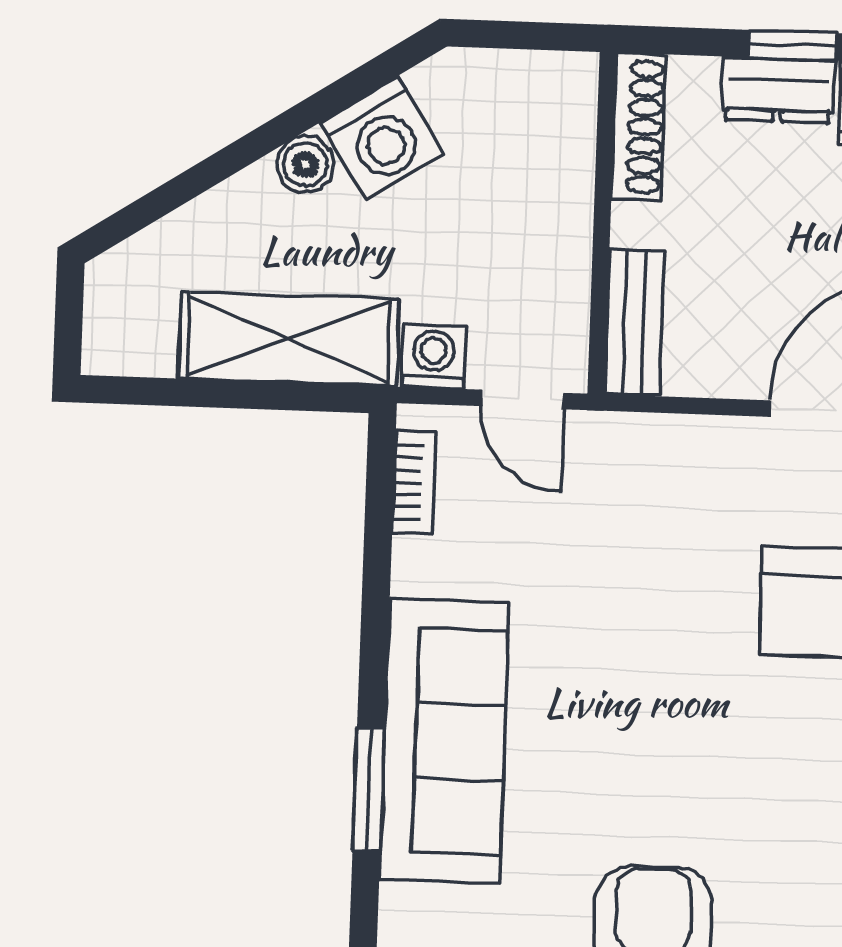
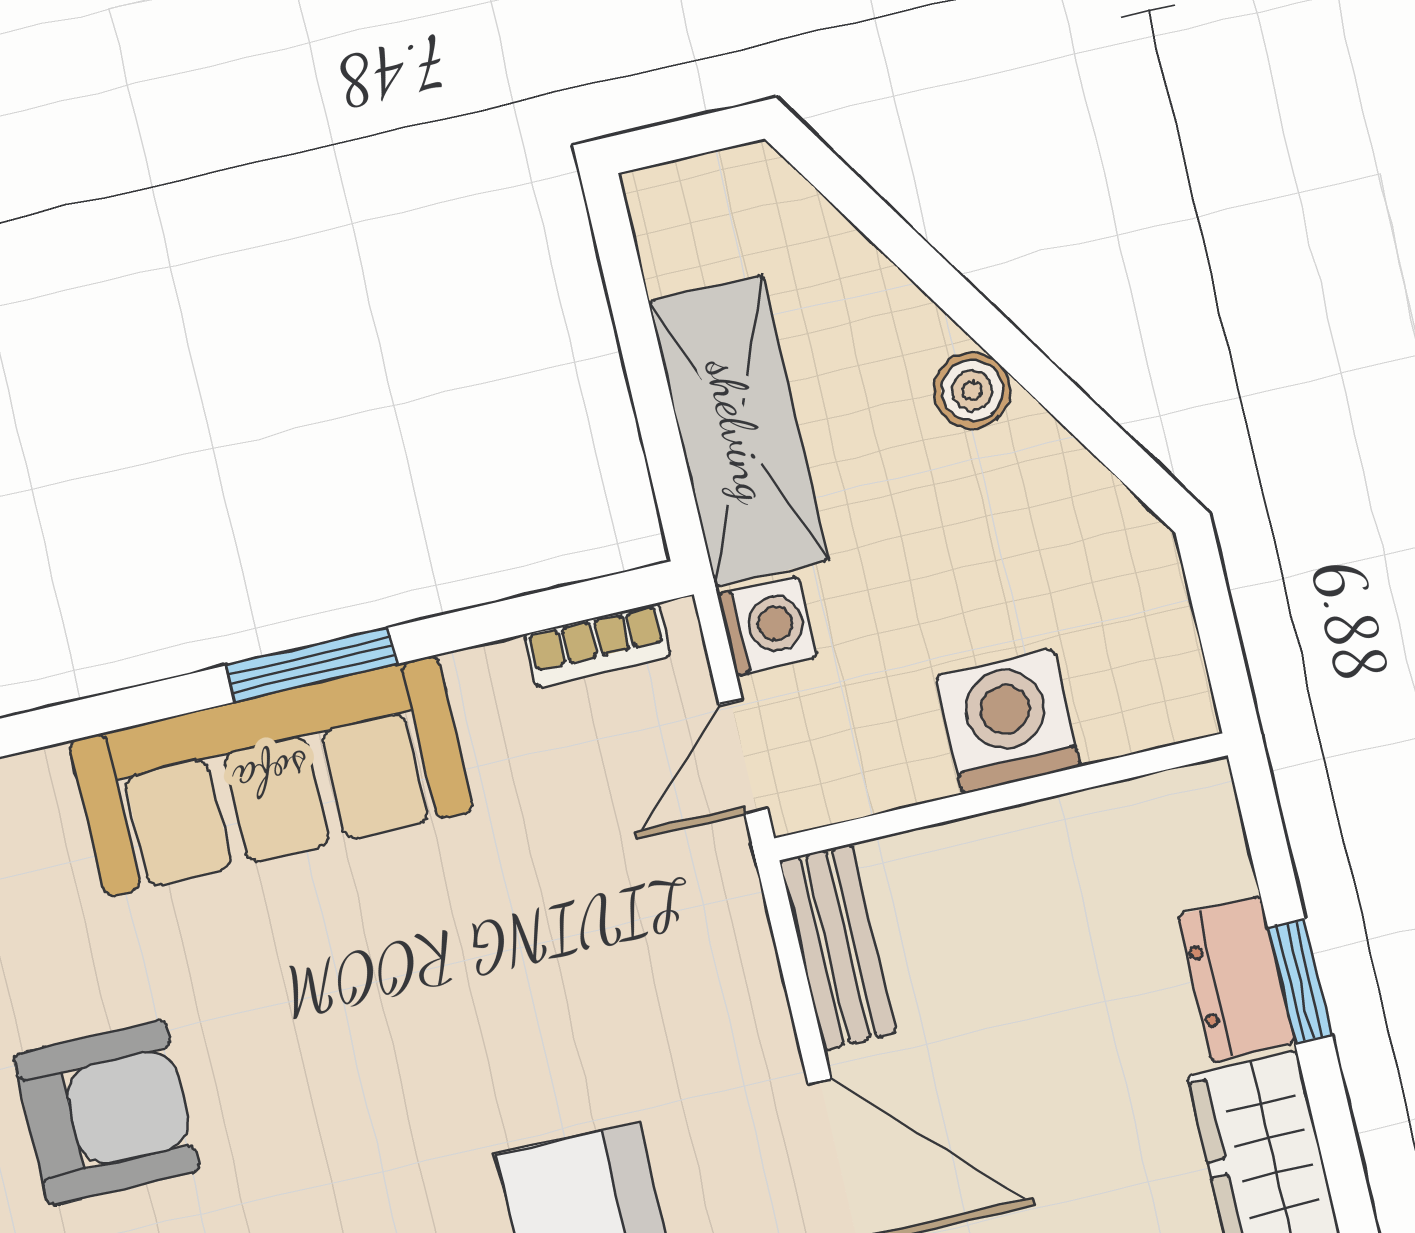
shoe rack: (639, 127) -> (1139, 810), removed
washing machine: (382, 138) -> (1008, 721), moved, turned 123
bench: (634, 323) -> (838, 947), moved, turned 90
window: (369, 789) -> (311, 665), moved

